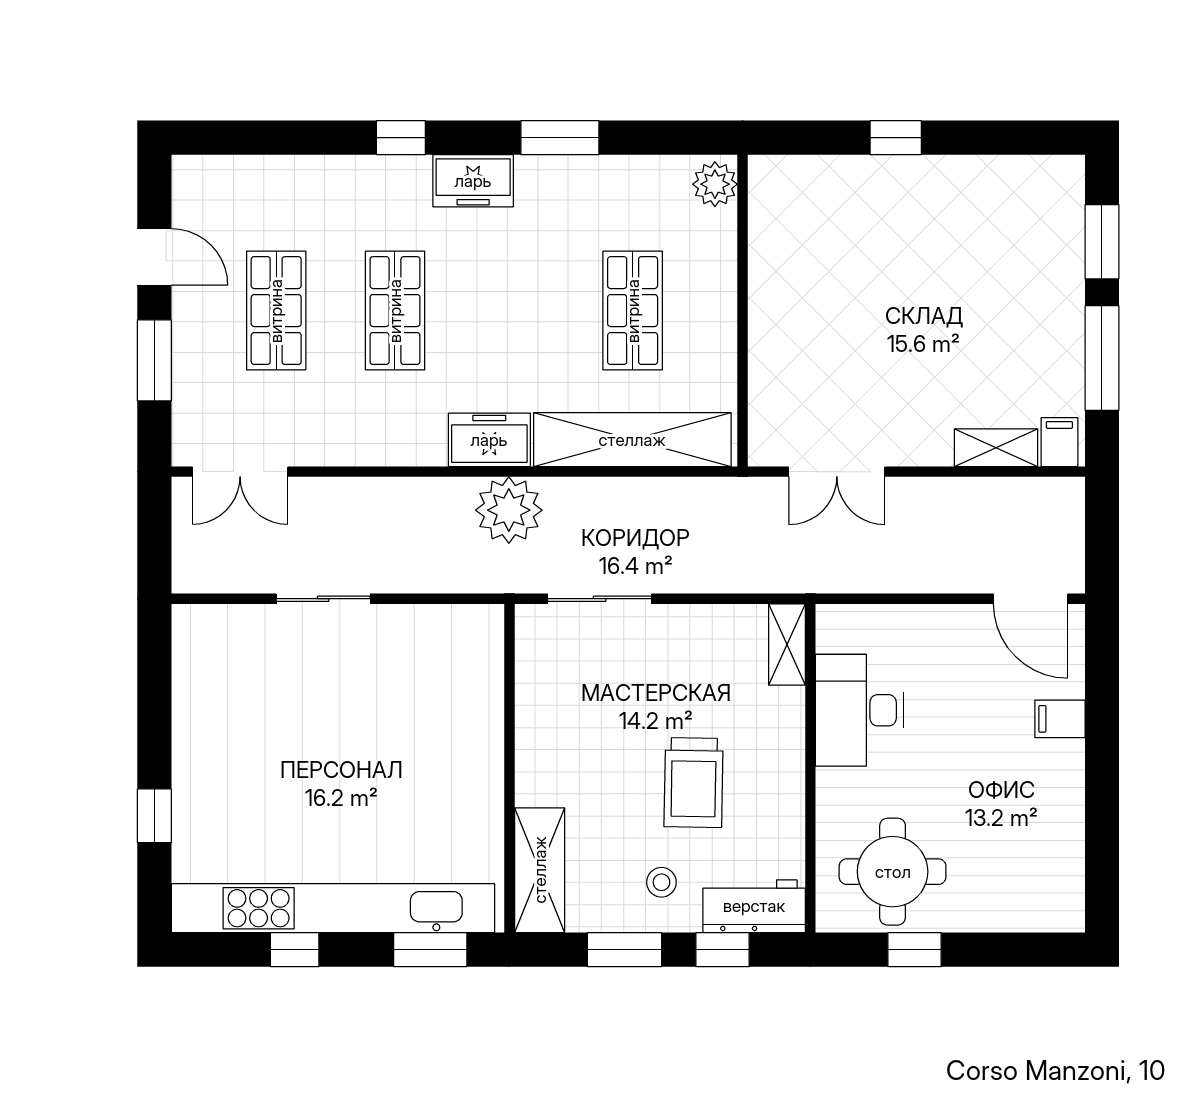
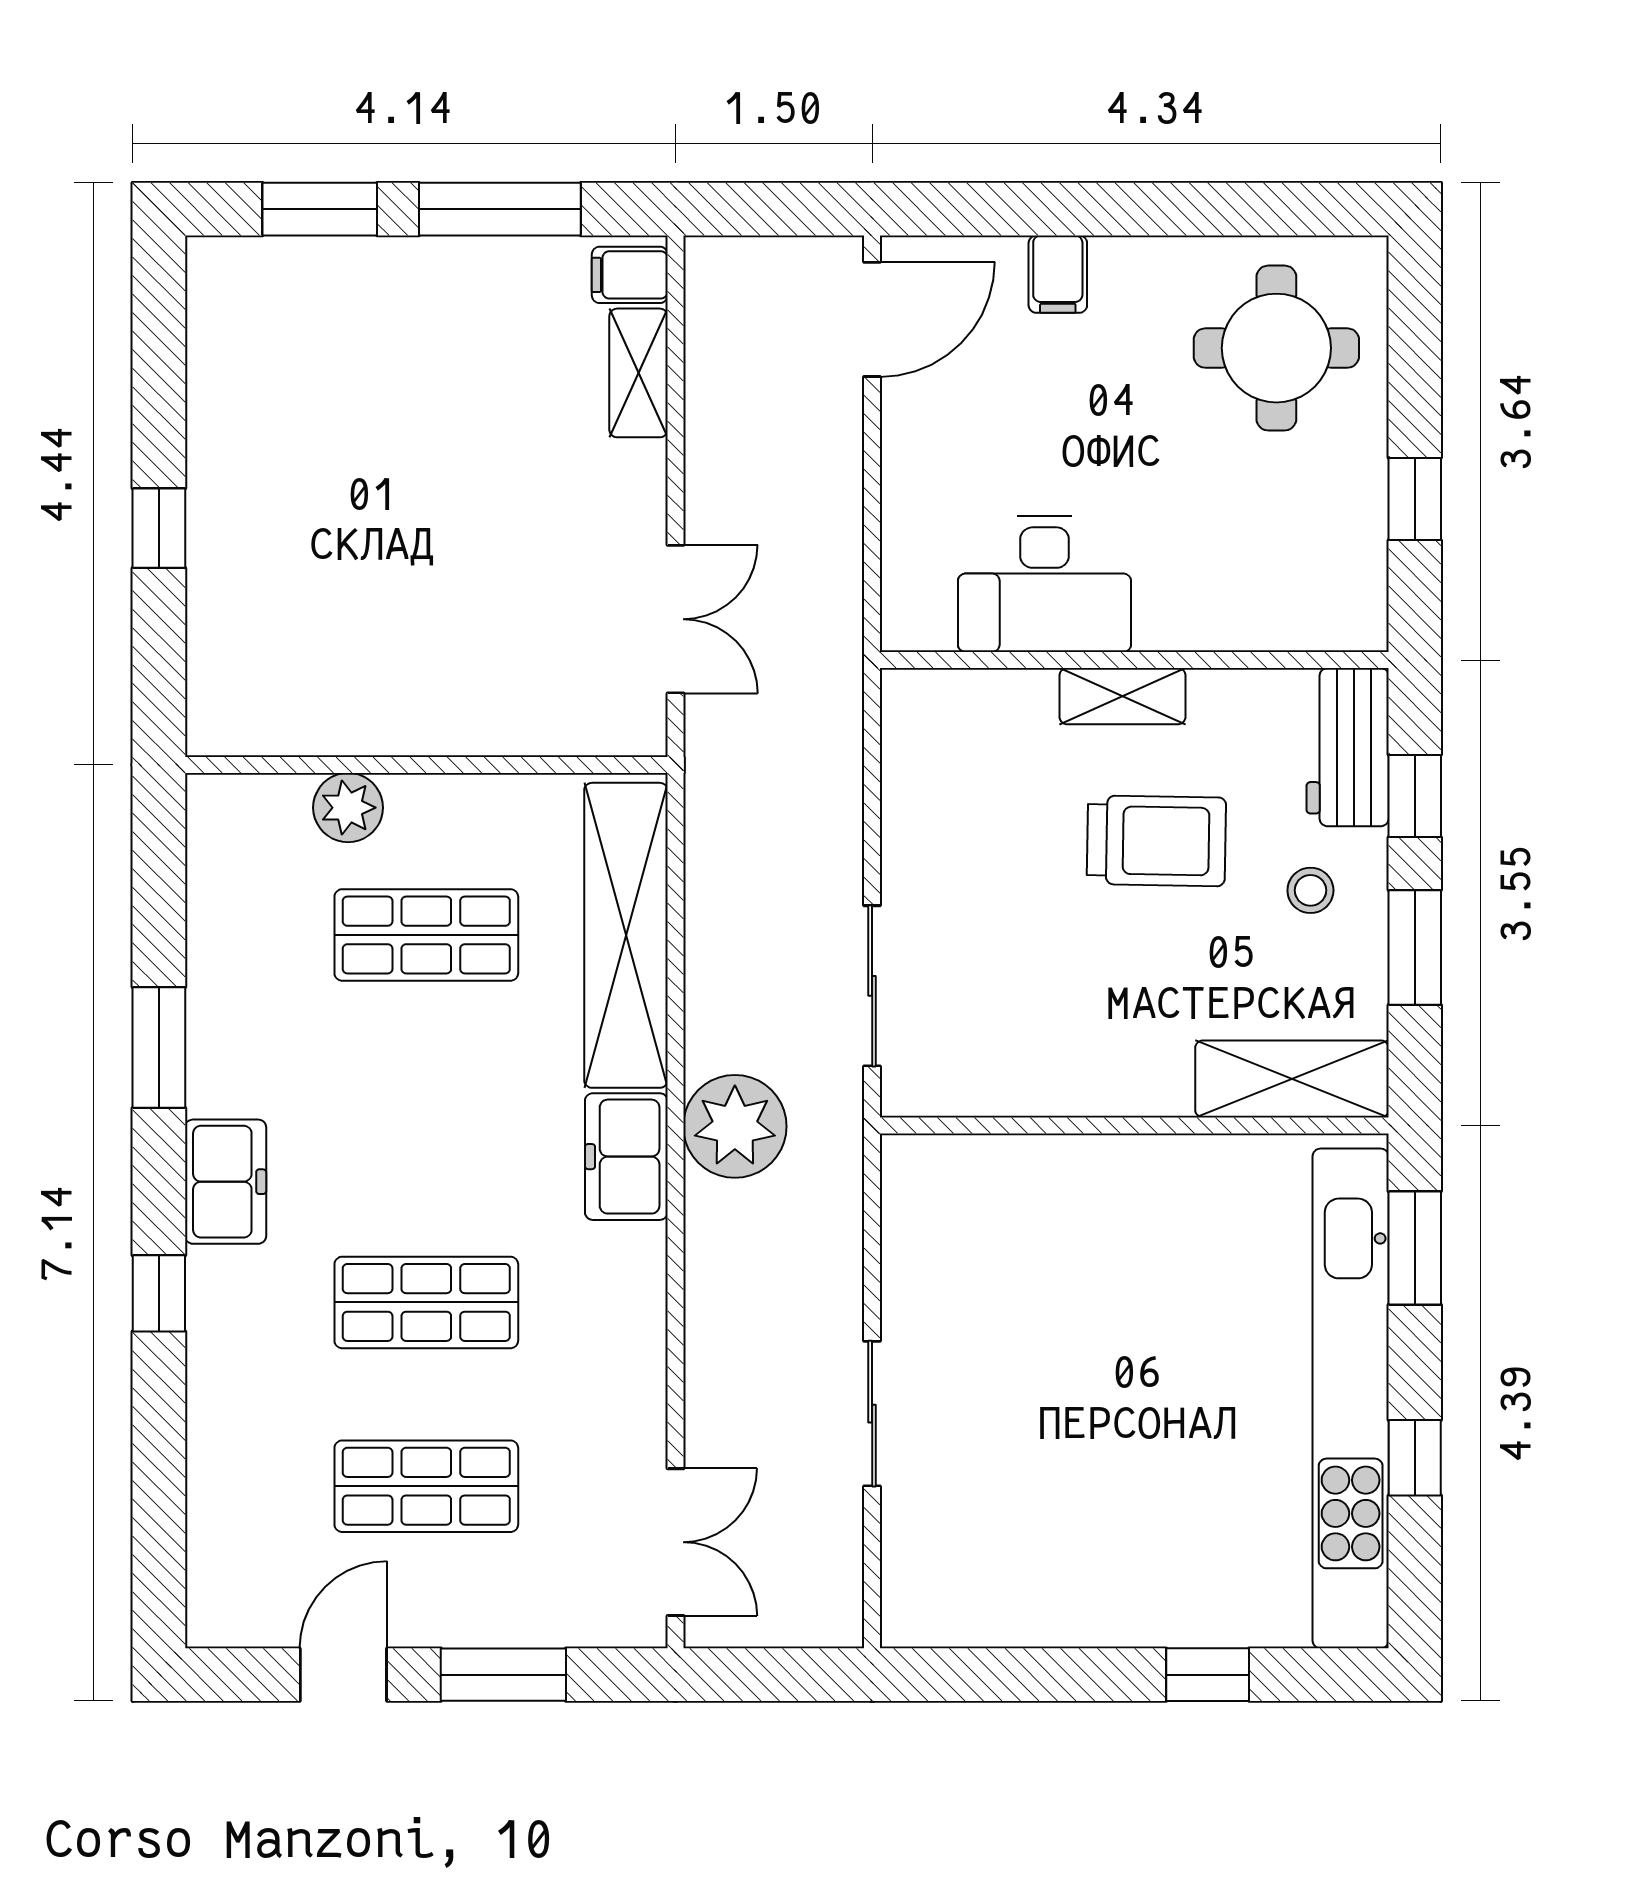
plant: (715, 184) -> (348, 808), moved
shelving: (787, 644) -> (1123, 696), moved
round table: (893, 872) -> (1276, 348), moved

